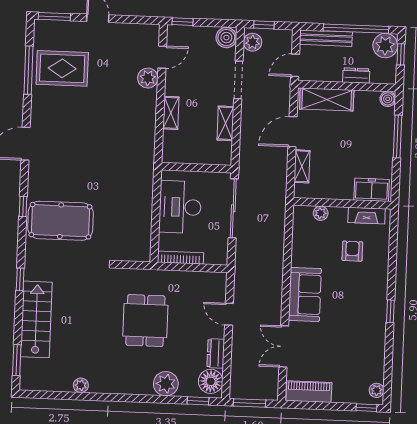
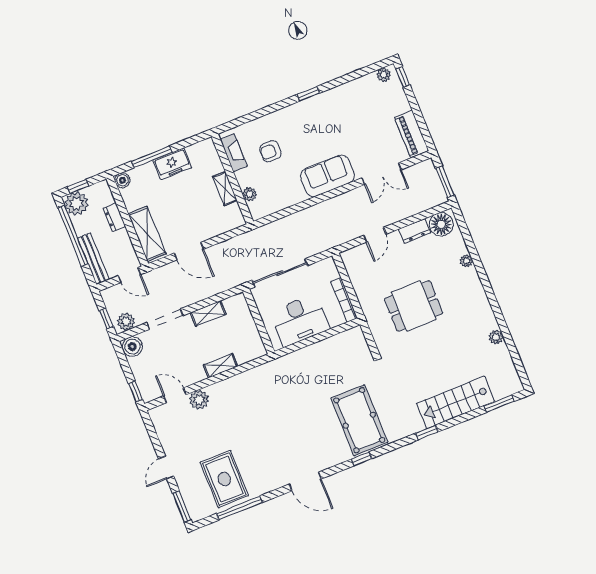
shelving: (302, 166) -> (225, 189), moved, turned 90
freezer: (372, 190) -> (172, 164), moved, turned -90
plant: (166, 384) -> (466, 261), width x0.53, depth x0.53
window: (198, 401) -> (463, 228), removed

